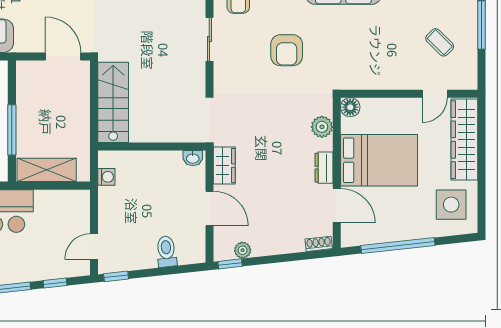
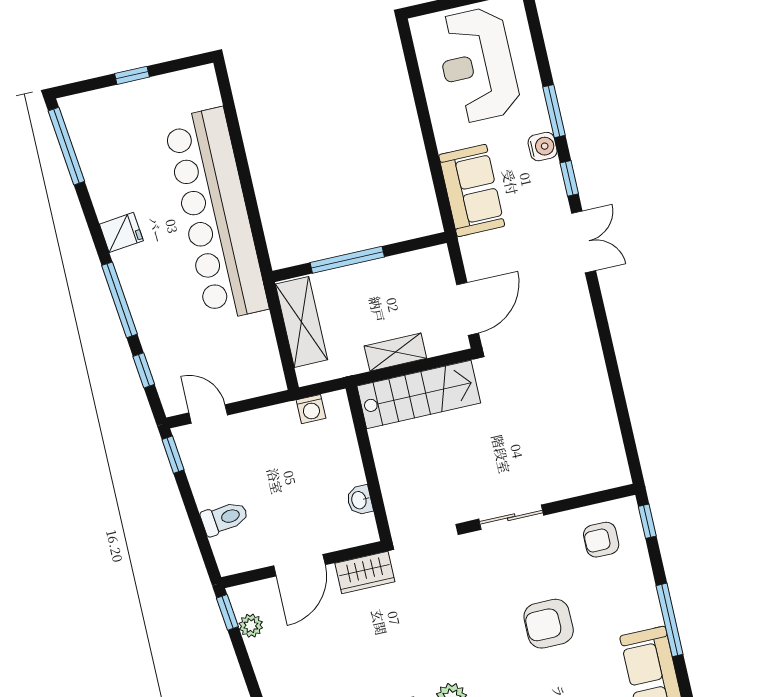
sliding door: (209, 39) -> (511, 517), moved
shelving: (81, 111) -> (395, 352), added
washbasin: (193, 158) -> (360, 500), moved

